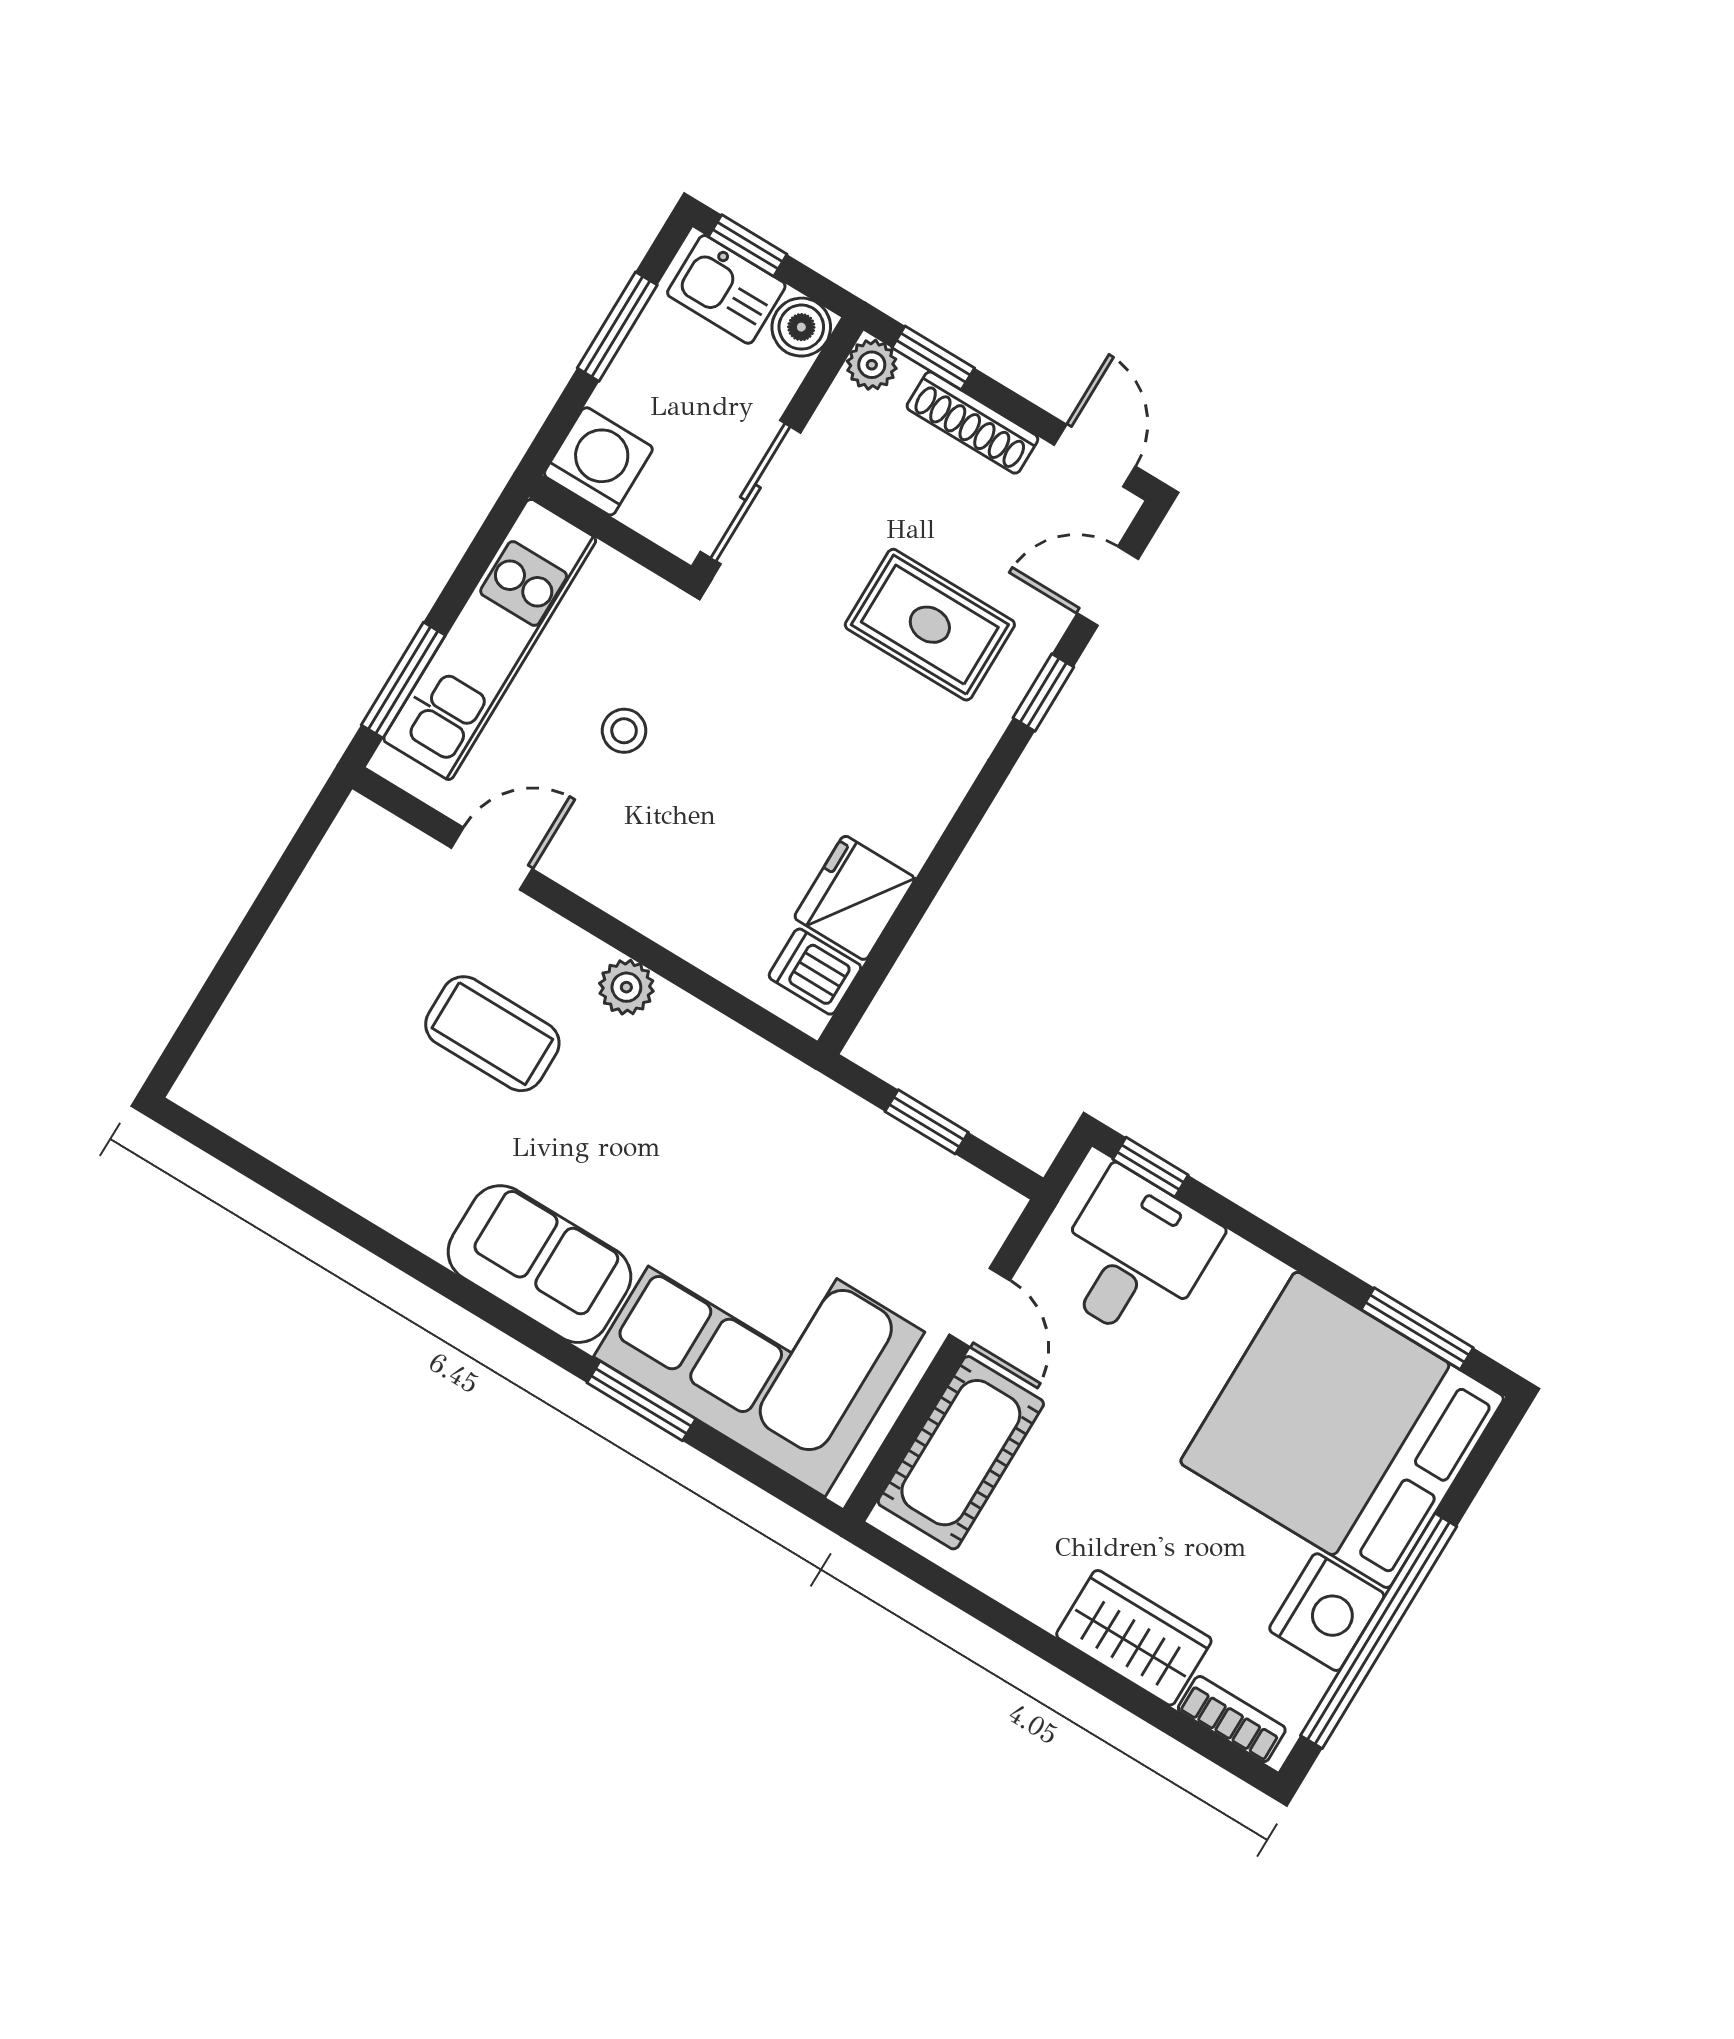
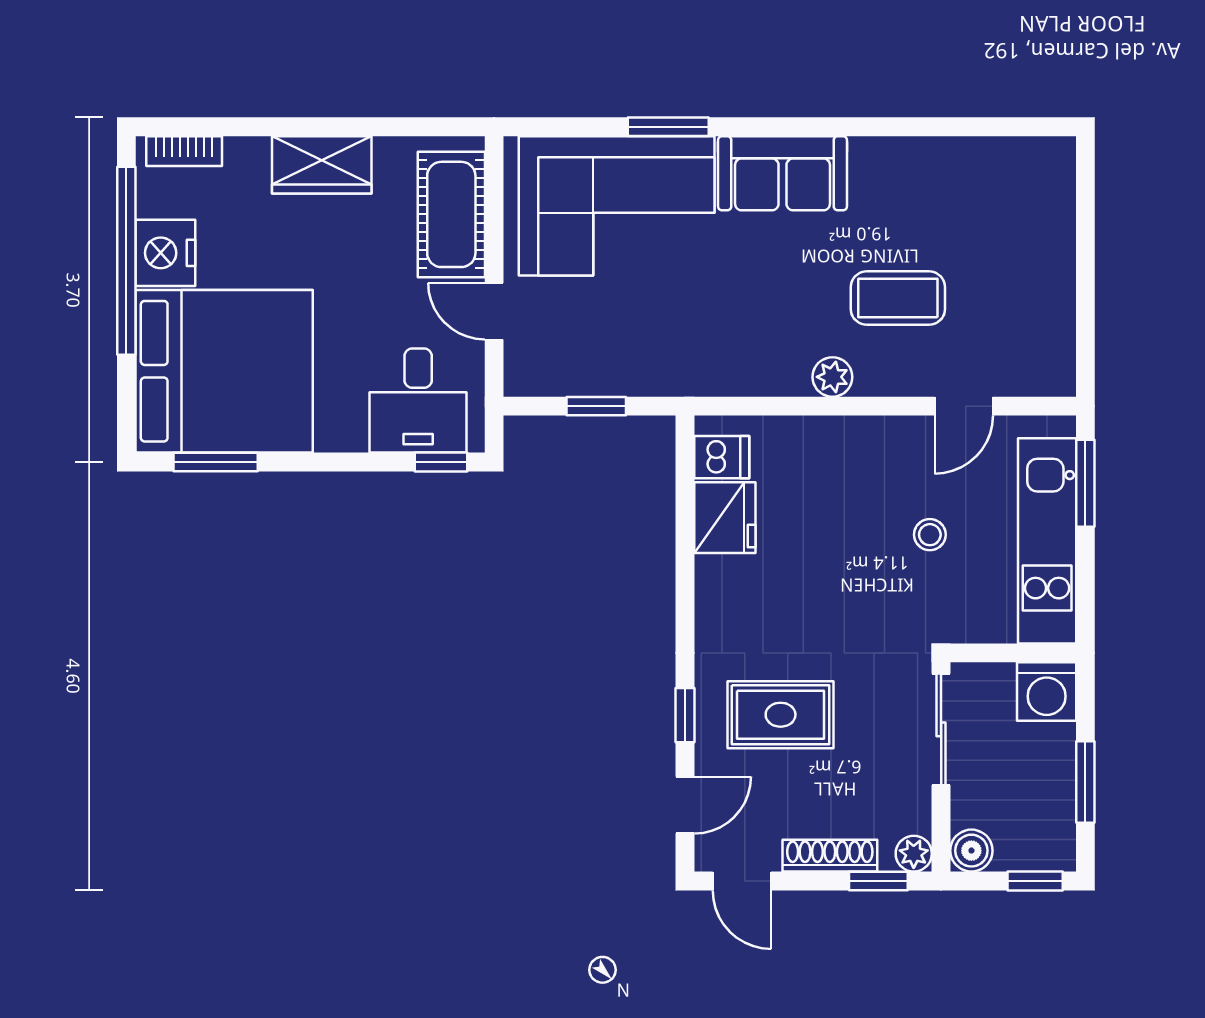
kitchen sink: (726, 289) -> (1032, 846), removed
wardrobe: (1134, 1638) -> (322, 165), moved

